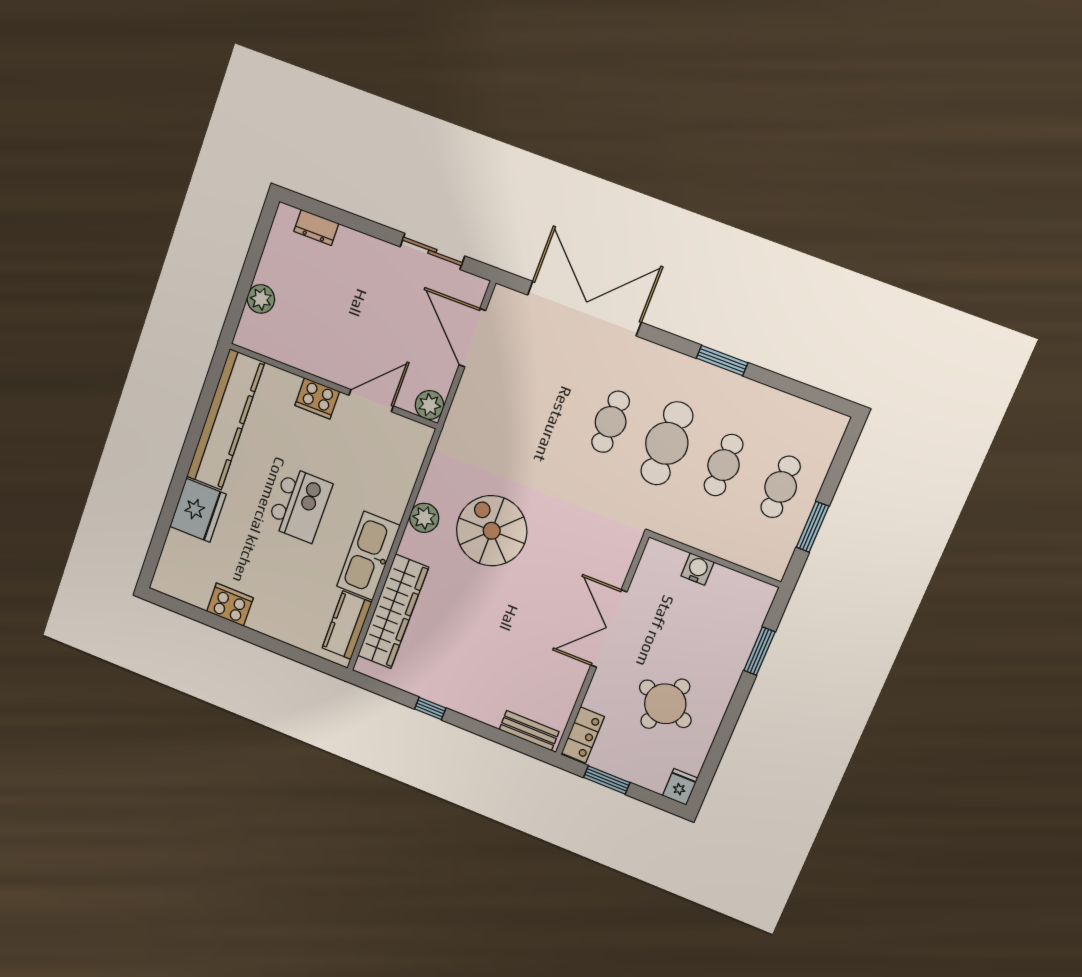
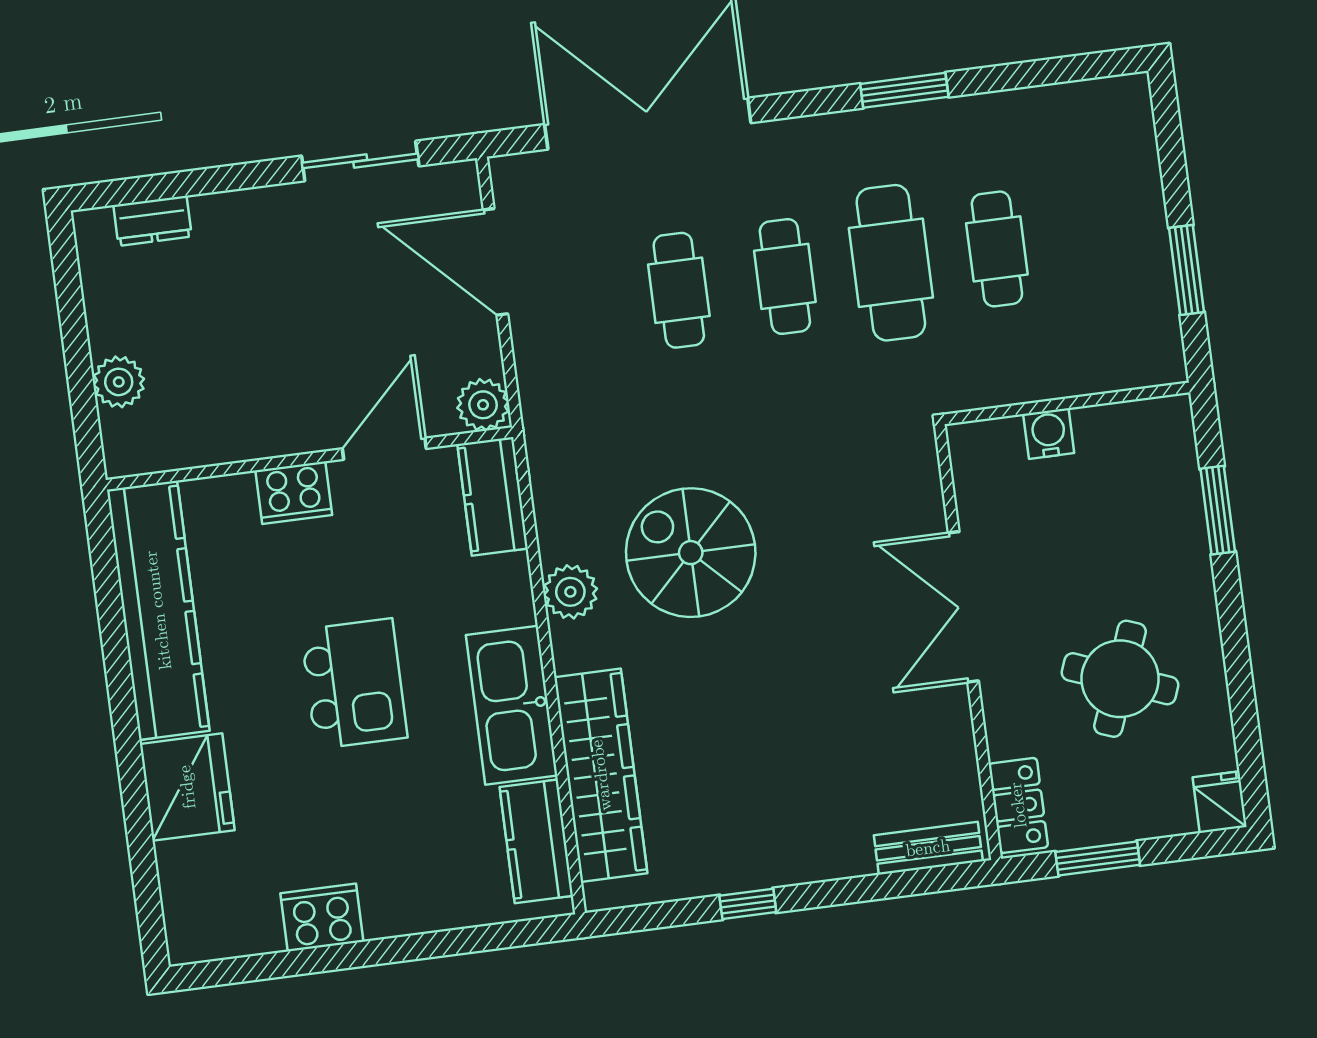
kitchen counter: (411, 452) -> (493, 496), added
cafe table: (781, 487) -> (679, 290), moved

